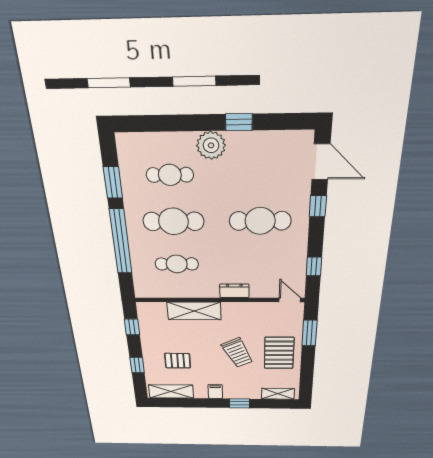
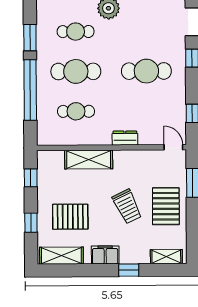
pallet: (178, 361) -> (70, 217), width x1.50, depth x1.42
filing cabinet: (215, 392) -> (105, 255), width x2.00

